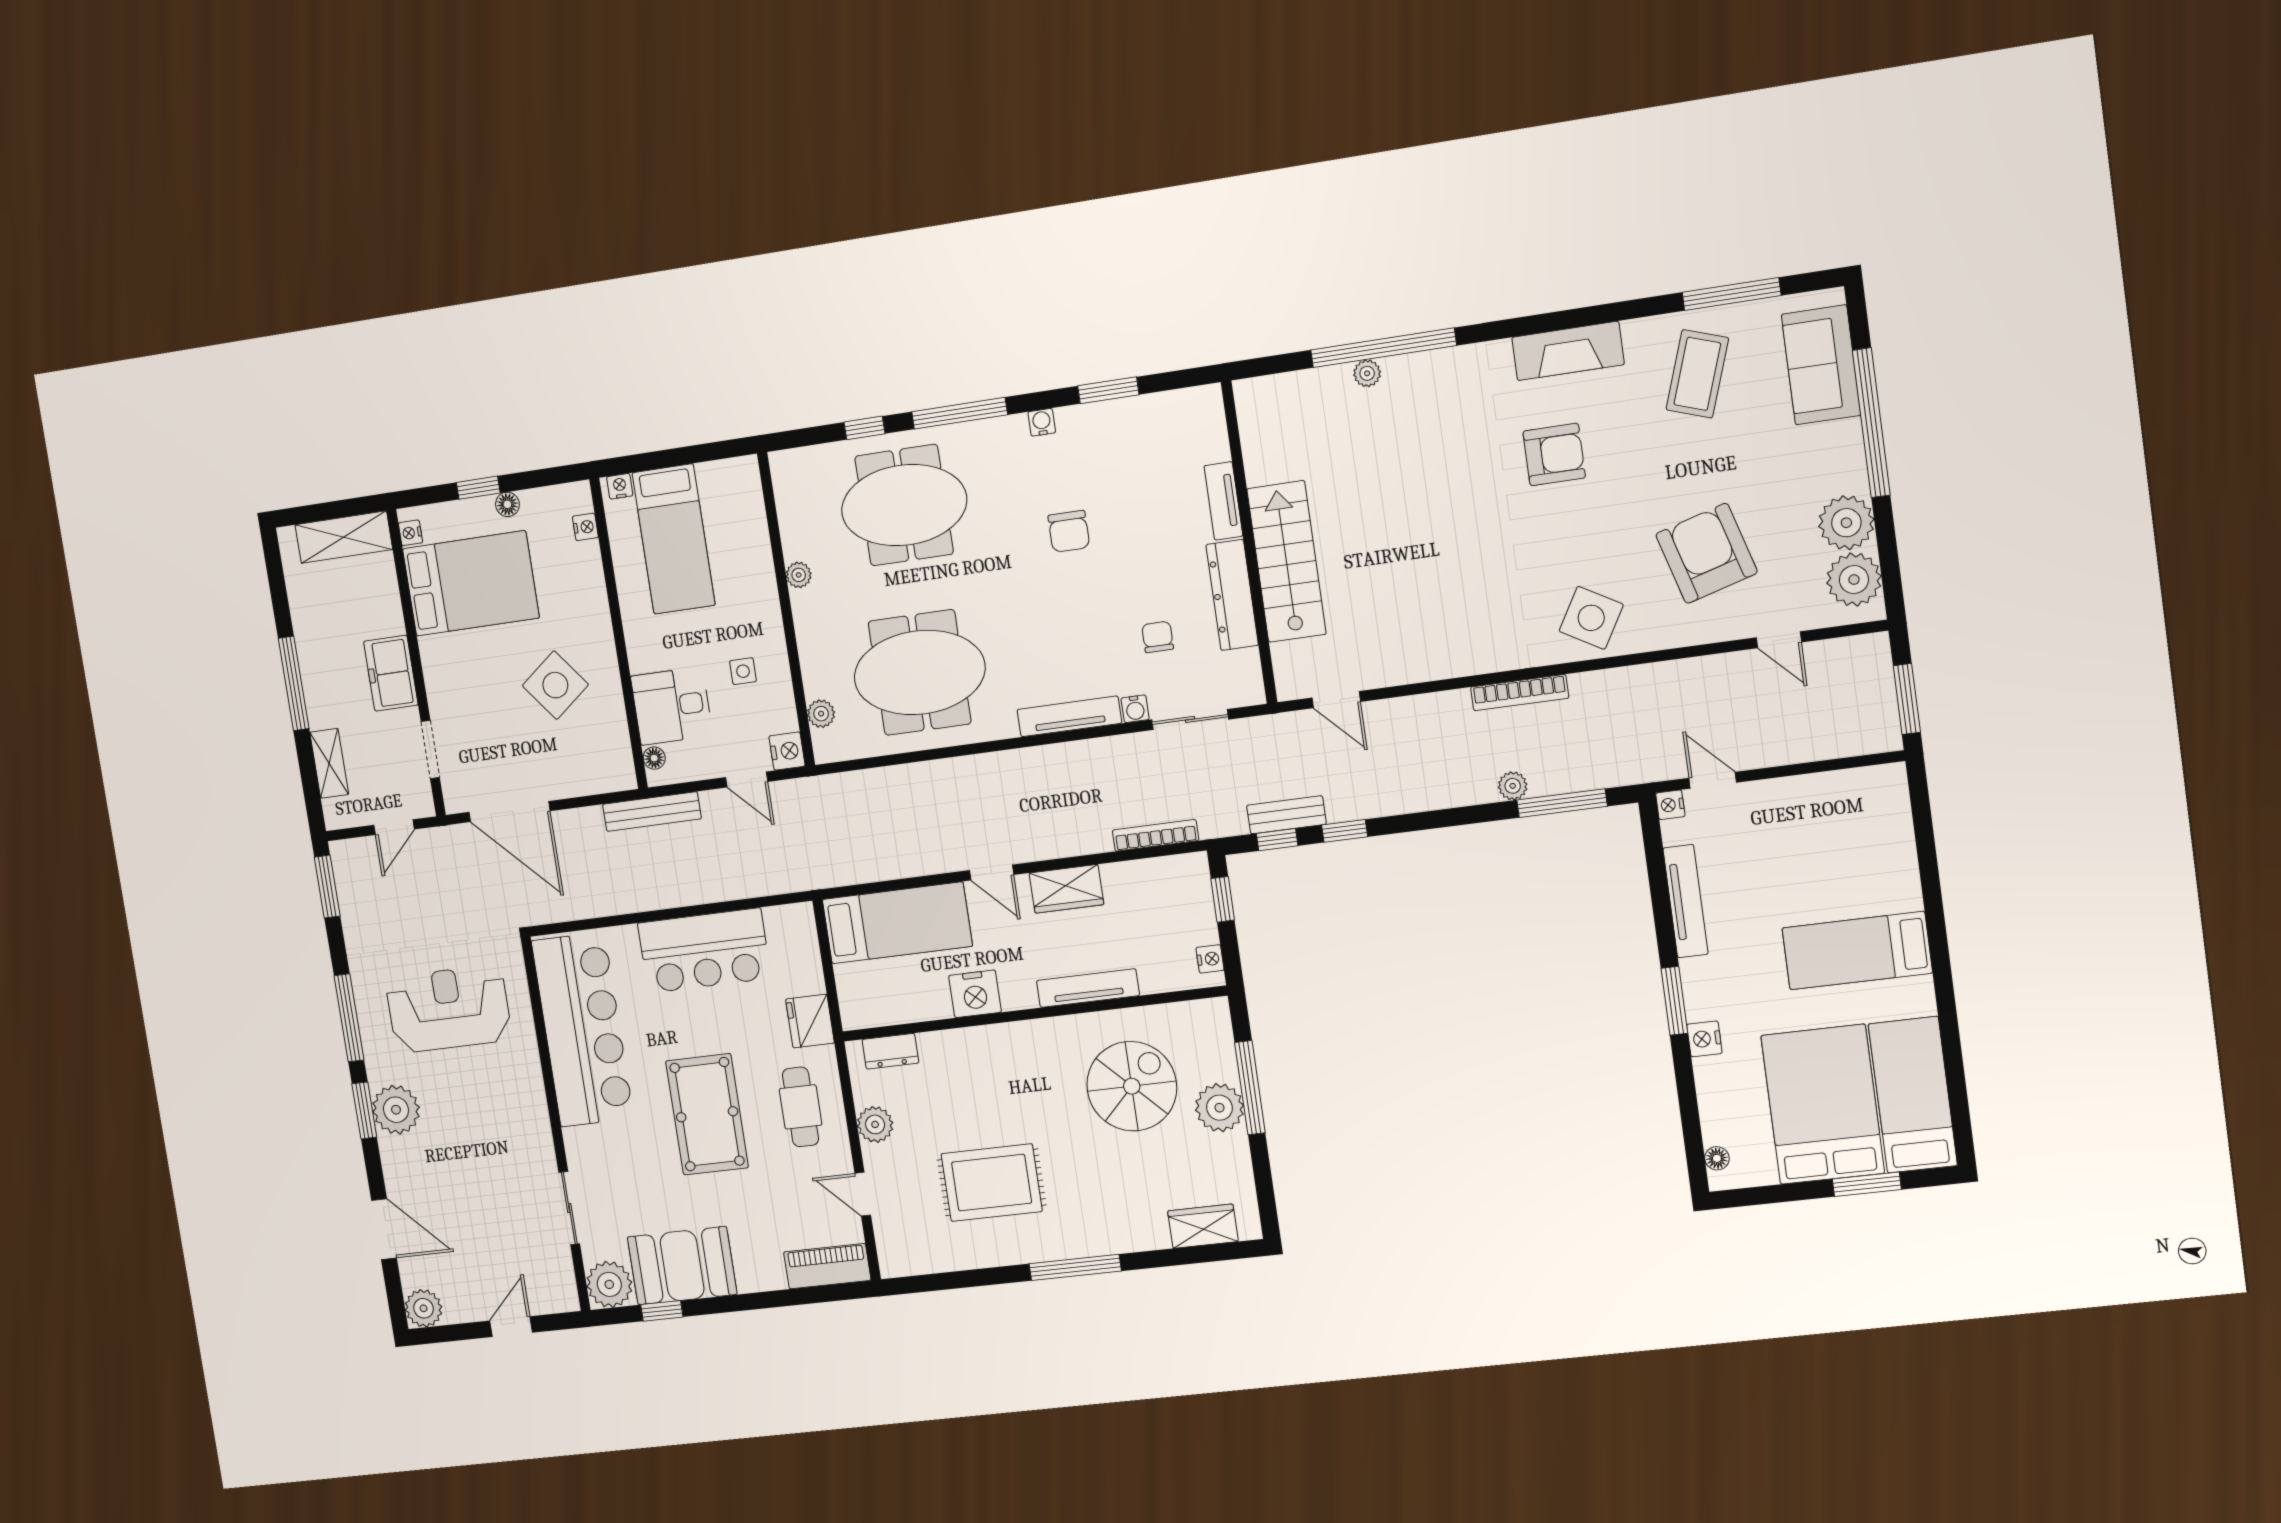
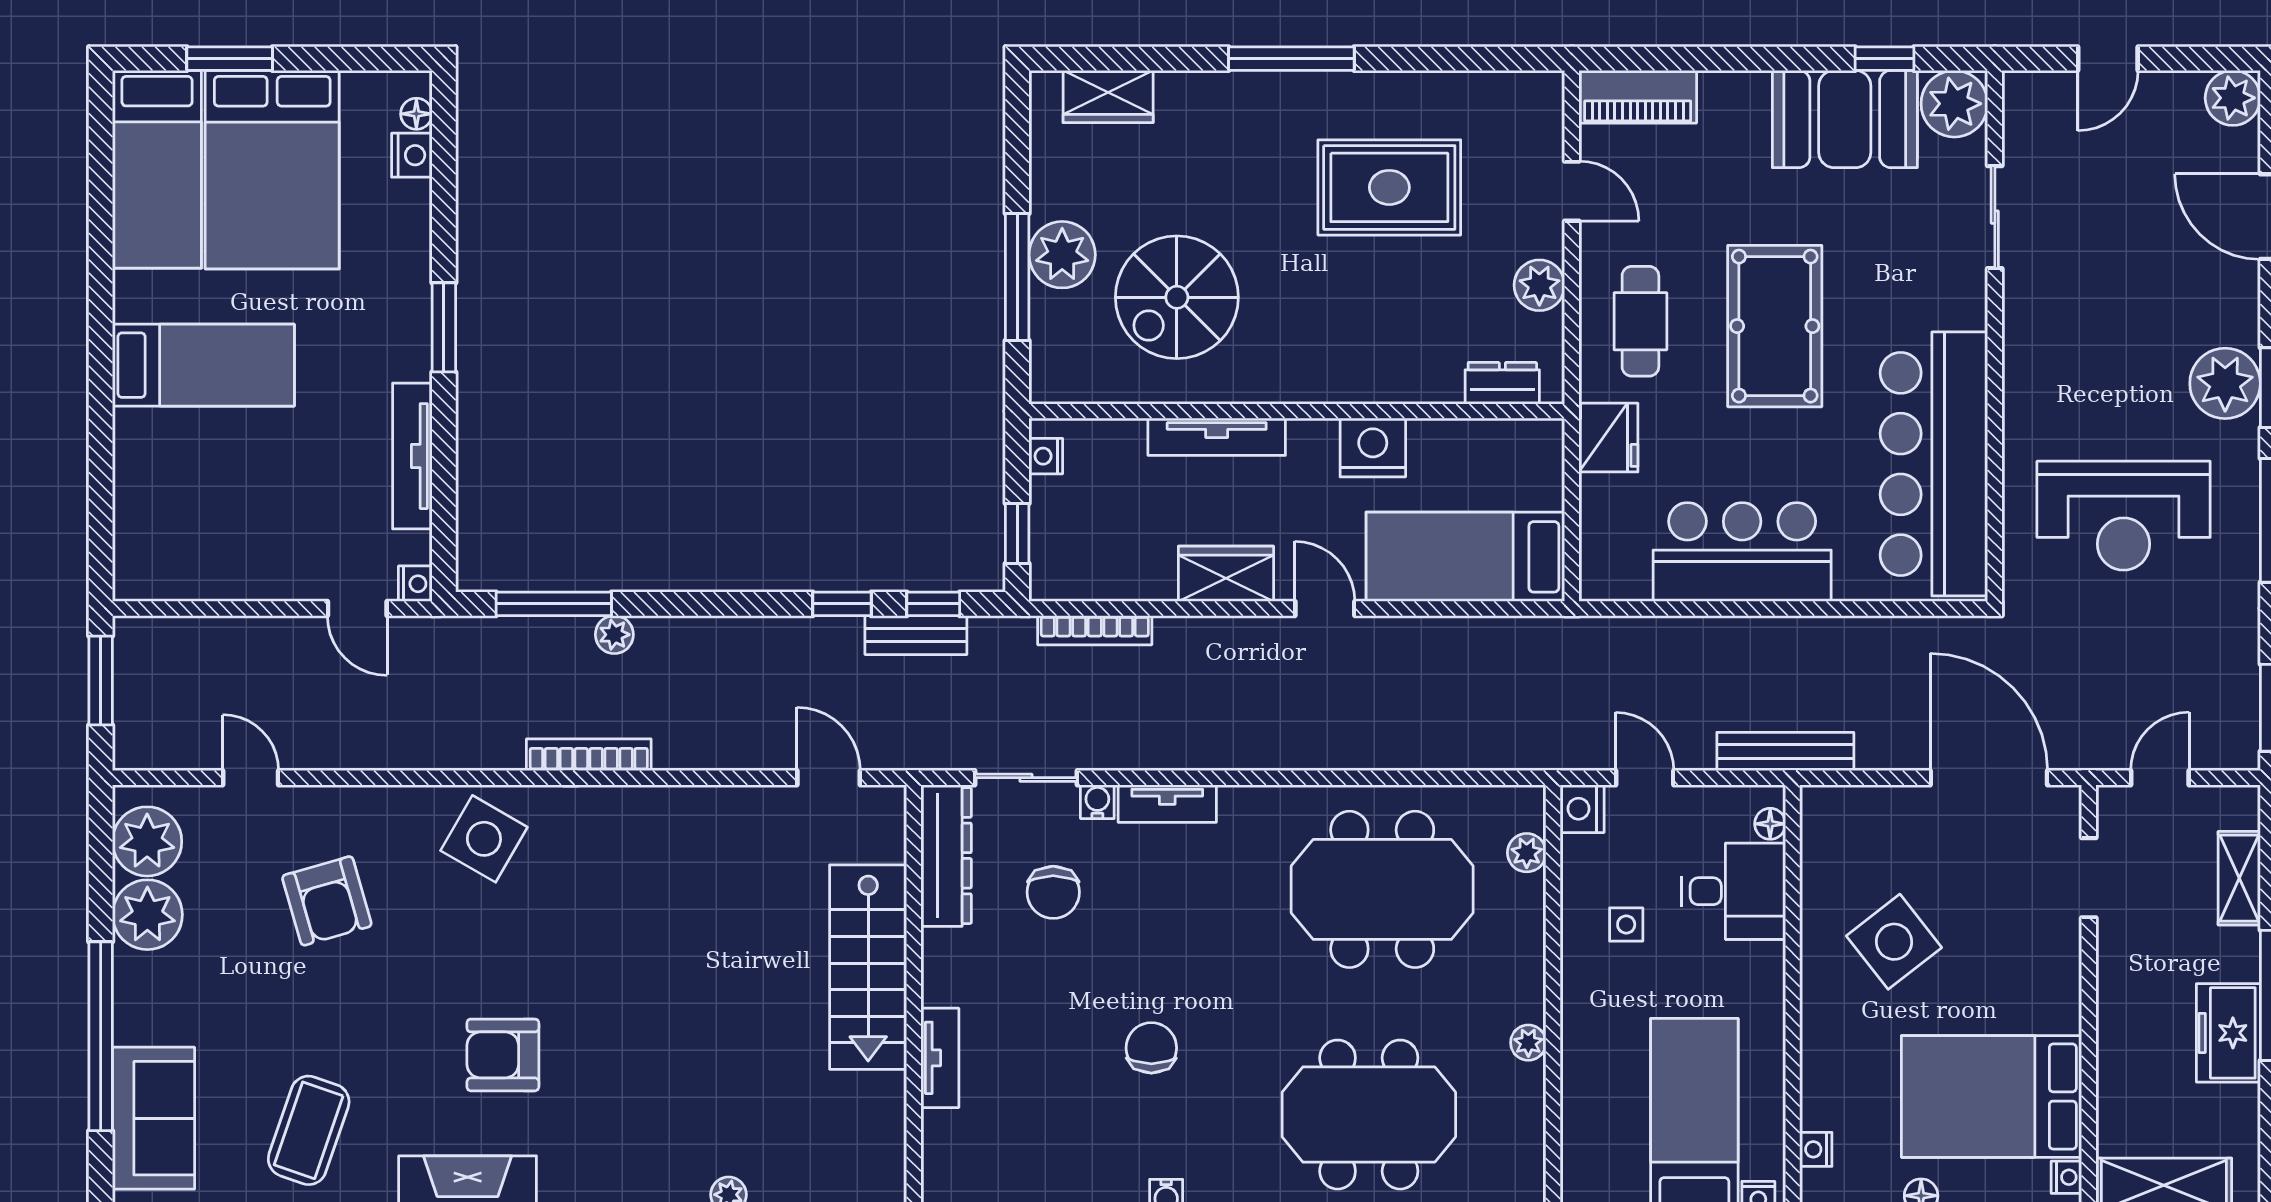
armchair: (1707, 553) -> (327, 901), width x0.73, depth x0.73
dresser: (1232, 595) -> (946, 856), moved
chair: (1158, 637) -> (1053, 892), width x1.37, depth x1.37
freezer: (391, 673) -> (2228, 1033), moved, turned 180
tv unit: (1069, 716) -> (1167, 804), width x0.71
nightstand: (1704, 1039) -> (412, 155), moved

